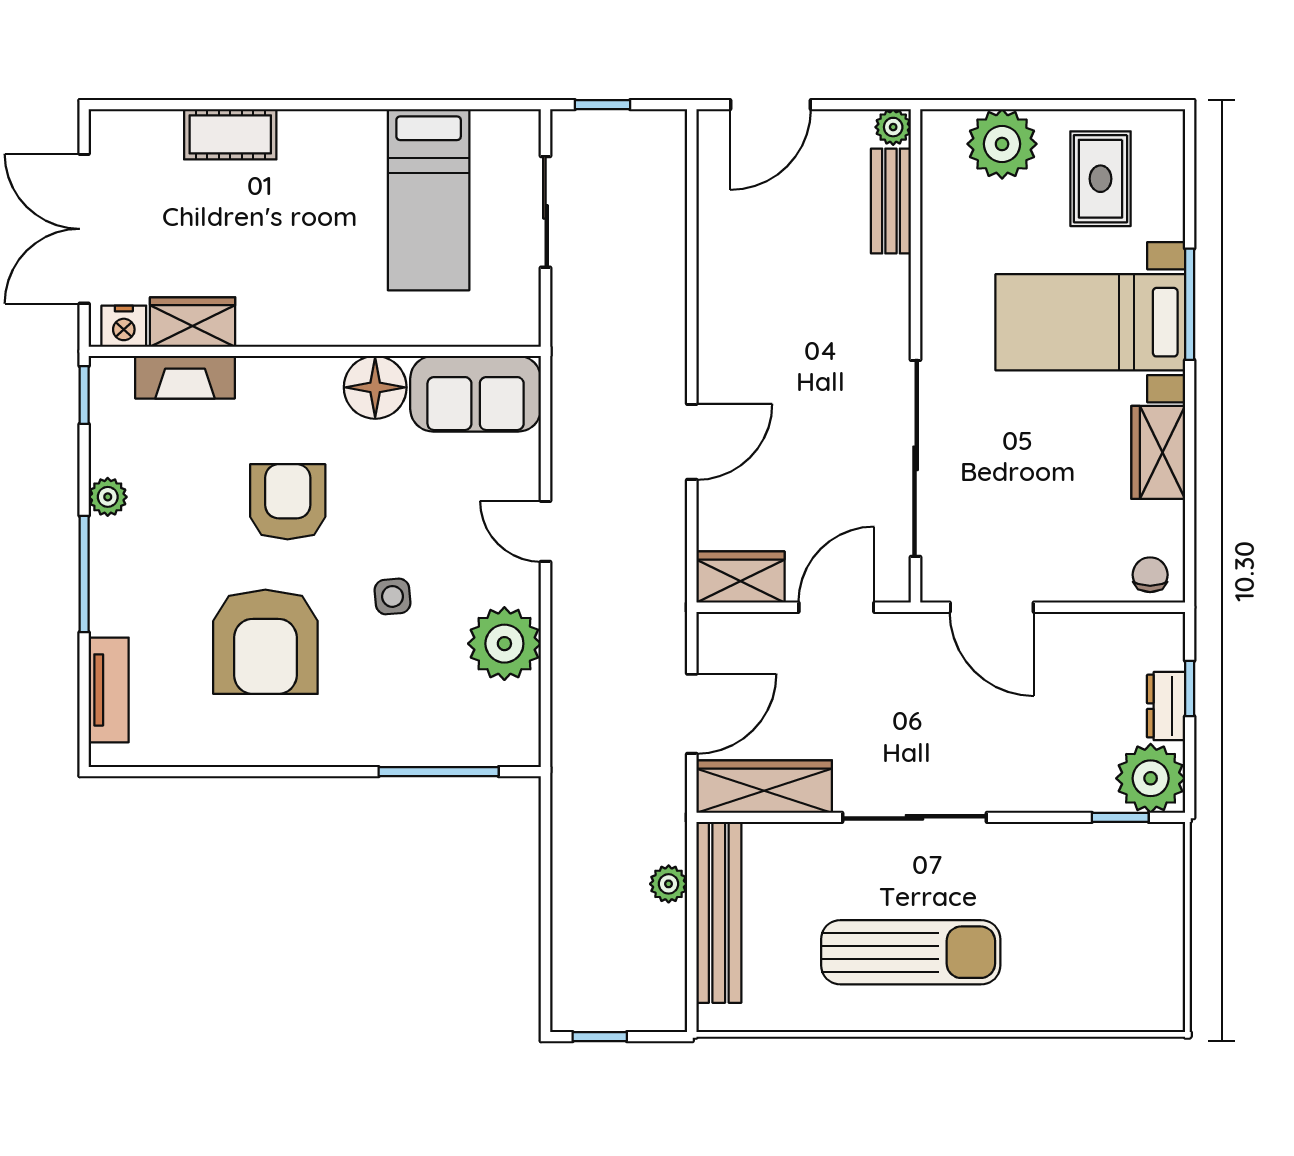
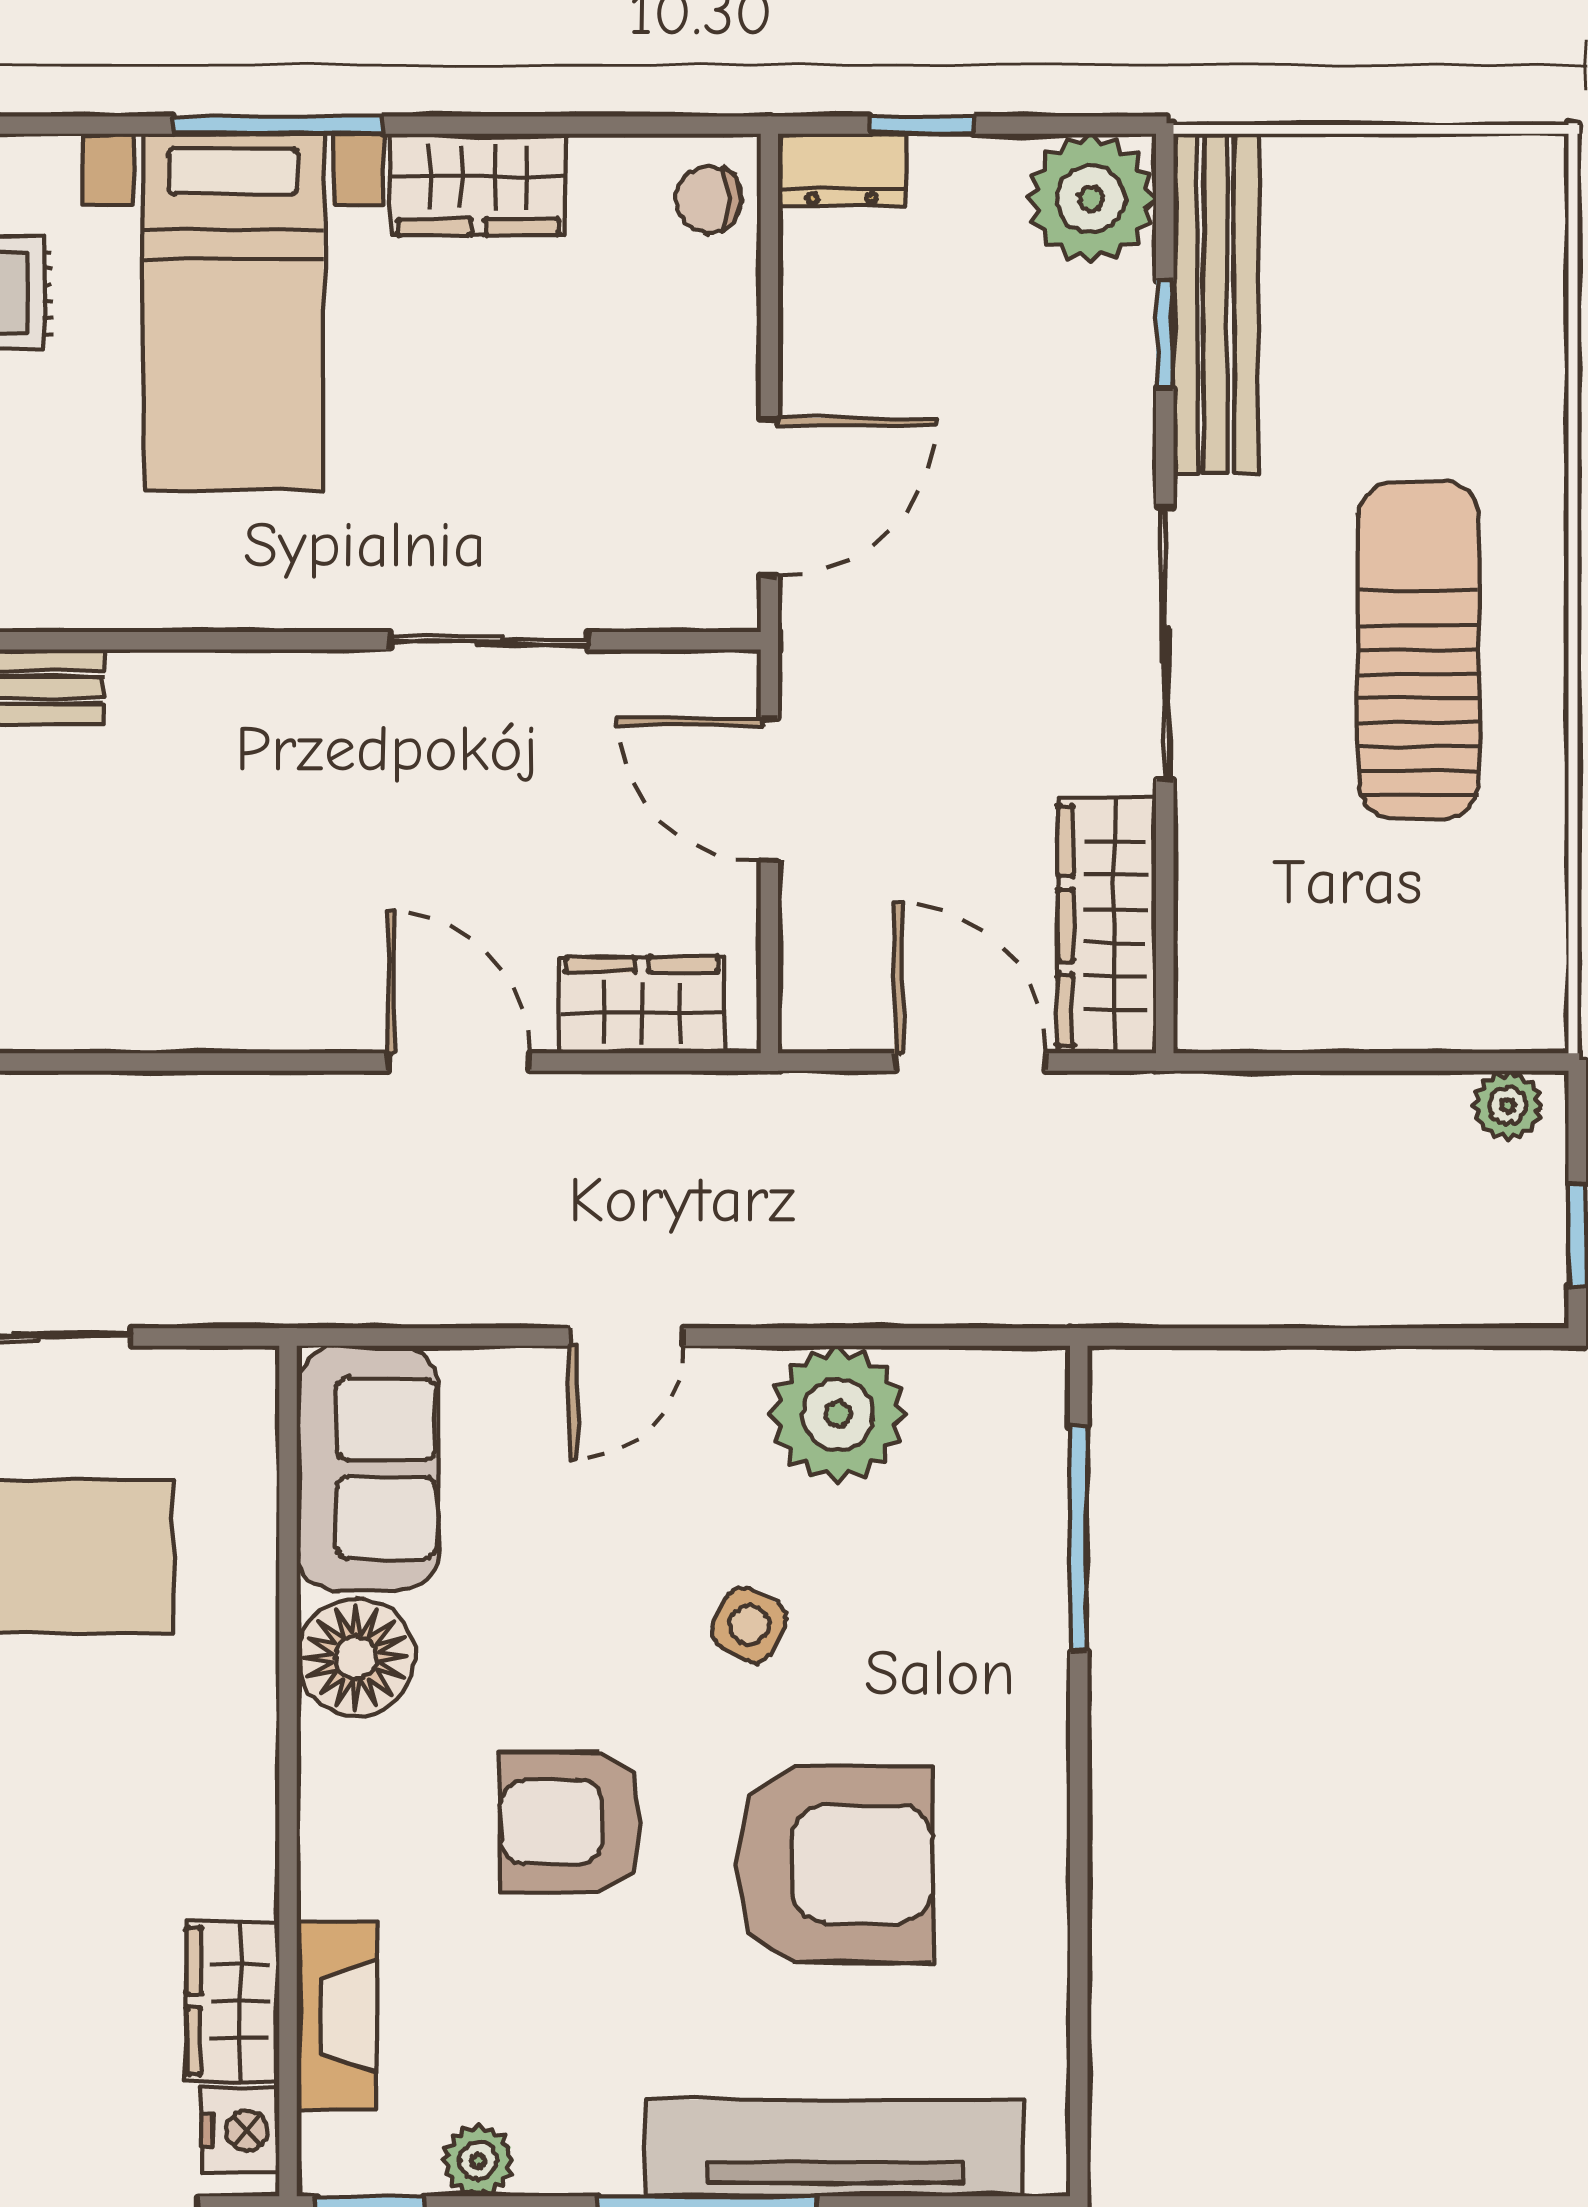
window: (1190, 304) -> (278, 125), moved
sliding door: (916, 458) -> (489, 641), width x0.54
plant: (108, 497) -> (478, 2161), moved
wardrobe: (740, 577) -> (642, 1005), moved, turned 90
side table: (392, 596) -> (749, 1625), turned 33
tv unit: (109, 690) -> (835, 2148), width x1.92, depth x1.29
dresser: (1166, 706) -> (842, 170), moved
window: (1120, 817) -> (1165, 334), moved
plant: (669, 884) -> (1508, 1106), moved
bench: (719, 912) -> (1216, 304), moved, turned 90

